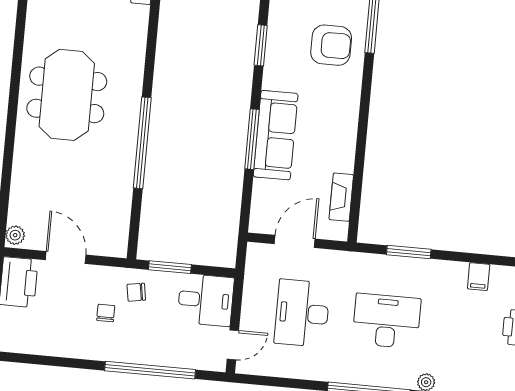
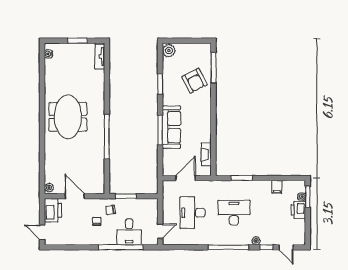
armchair: (331, 45) -> (194, 81), turned 63
desk: (206, 300) -> (129, 232), moved, turned 90

